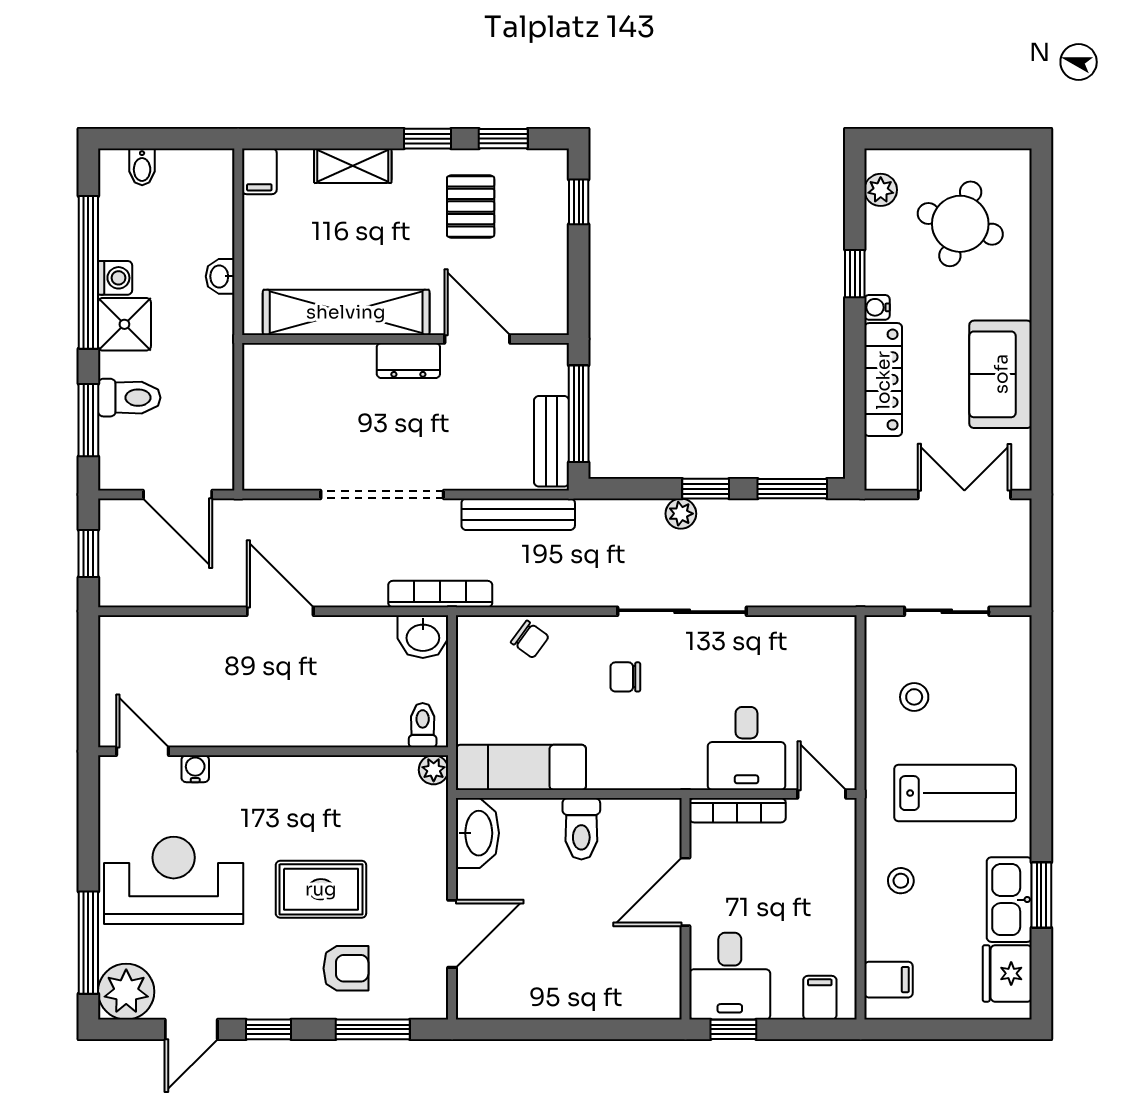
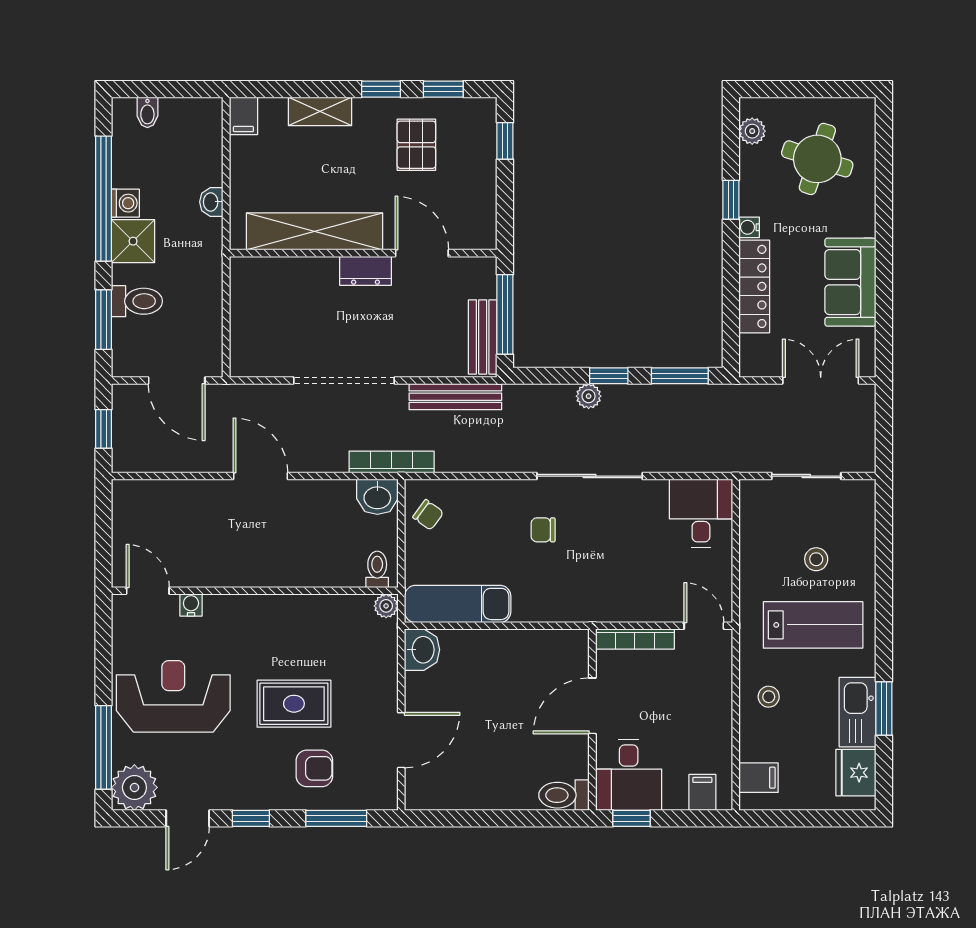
chair: (530, 639) -> (428, 515), moved
stool: (914, 697) -> (816, 559), moved
desk: (746, 749) -> (701, 513), moved, turned 180
toilet: (581, 829) -> (564, 795), moved, turned 90
washbasin: (477, 833) -> (422, 650), width x0.72

